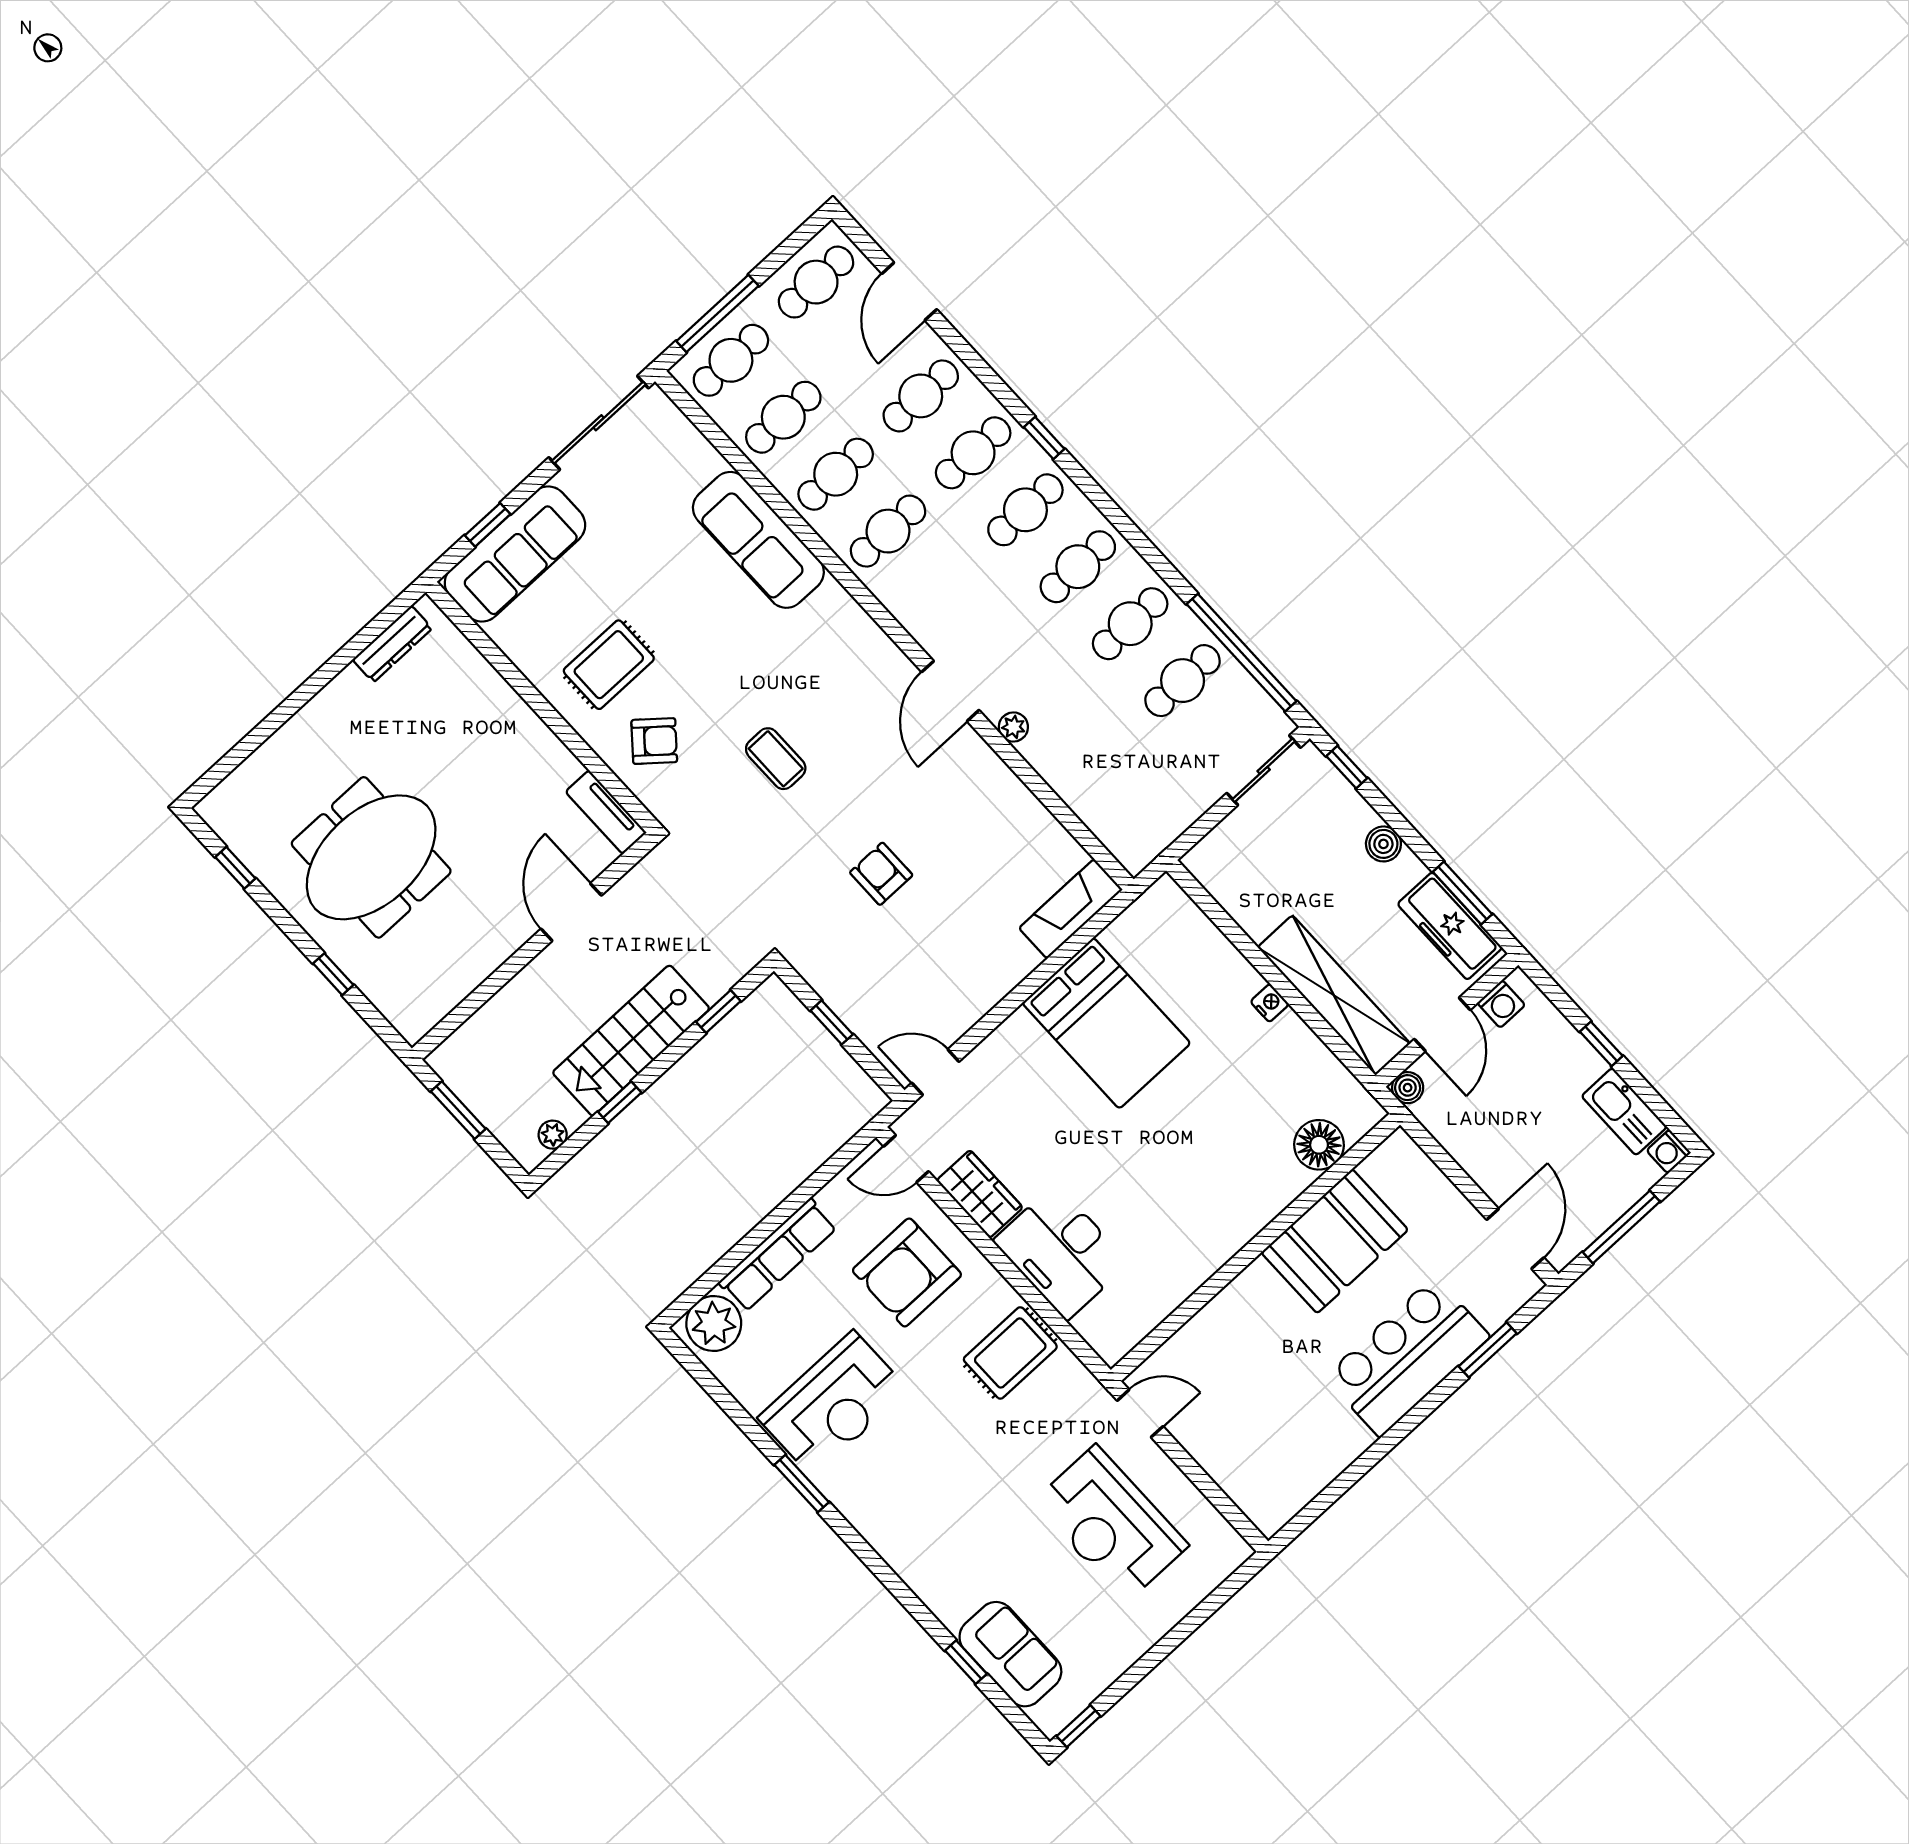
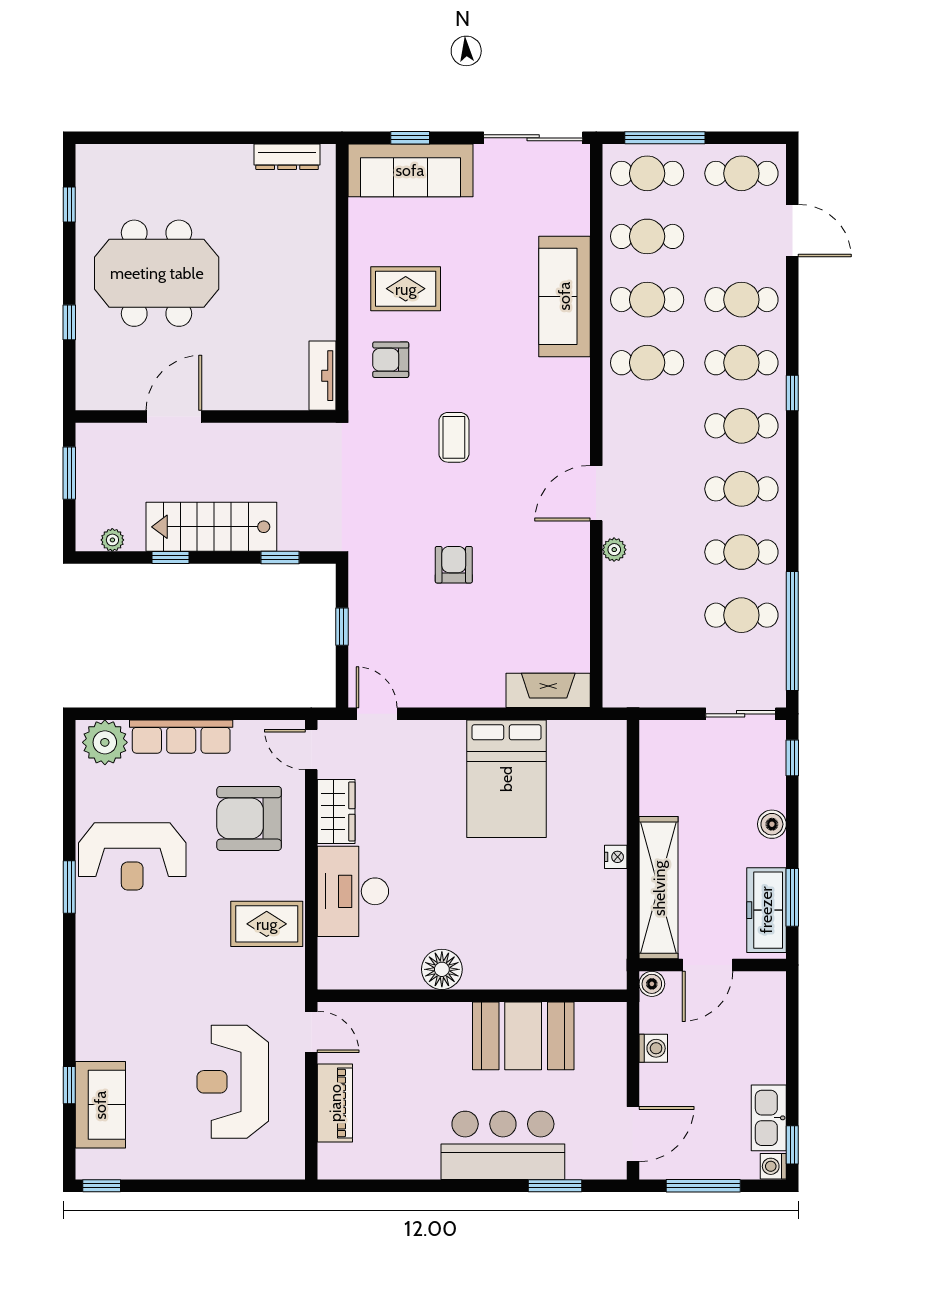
door: (909, 291) -> (792, 231), swing flipped
armchair: (654, 741) -> (391, 360), turned 140
door: (571, 912) -> (174, 417), moved
washing machine: (1501, 1004) -> (653, 1048), moved, turned -90
window: (1601, 1044) -> (792, 1145), moved
floor lamp: (1319, 1145) -> (442, 969), moved
piano: (1220, 1458) -> (335, 1103), added

